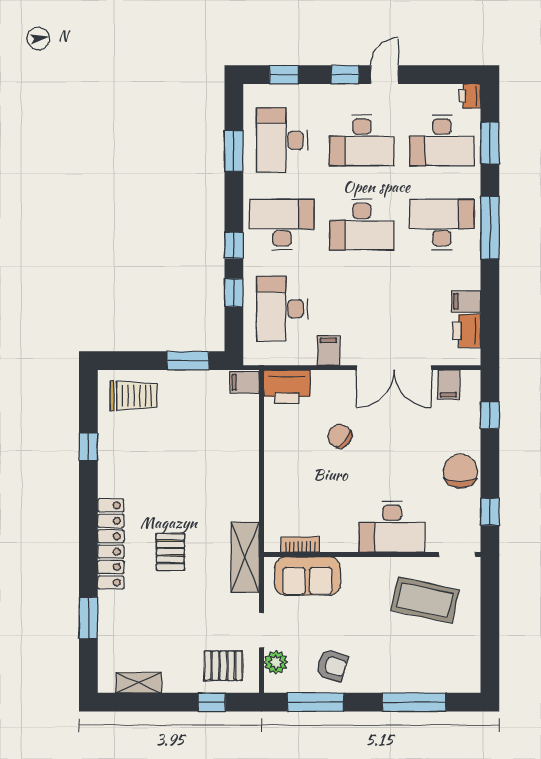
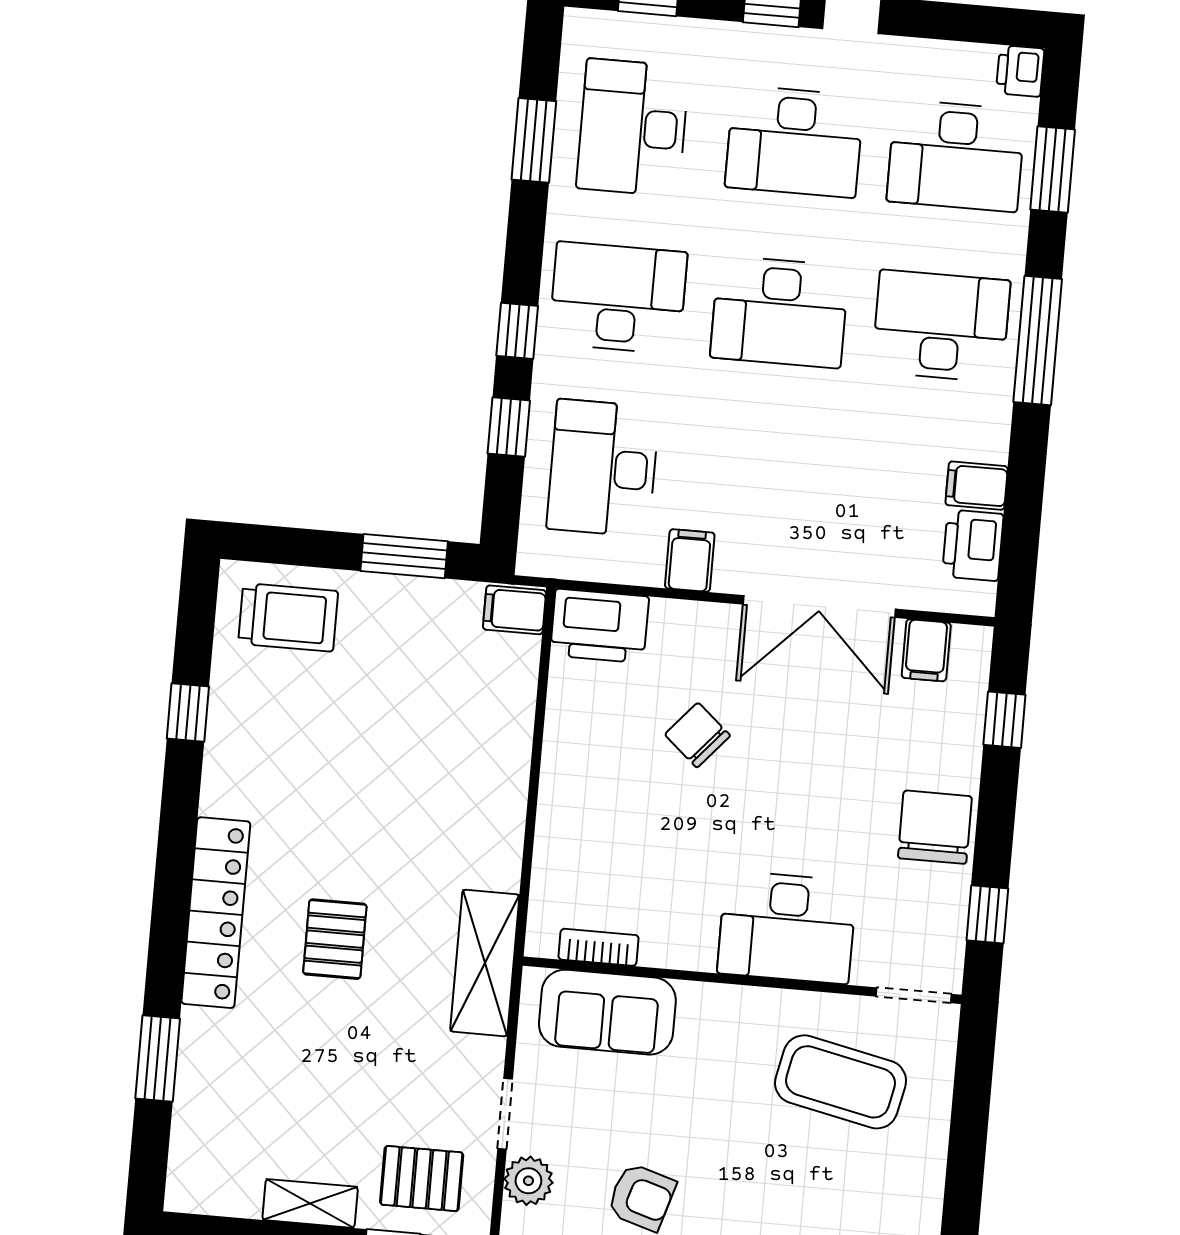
shelving: (139, 683) -> (310, 1203), moved

